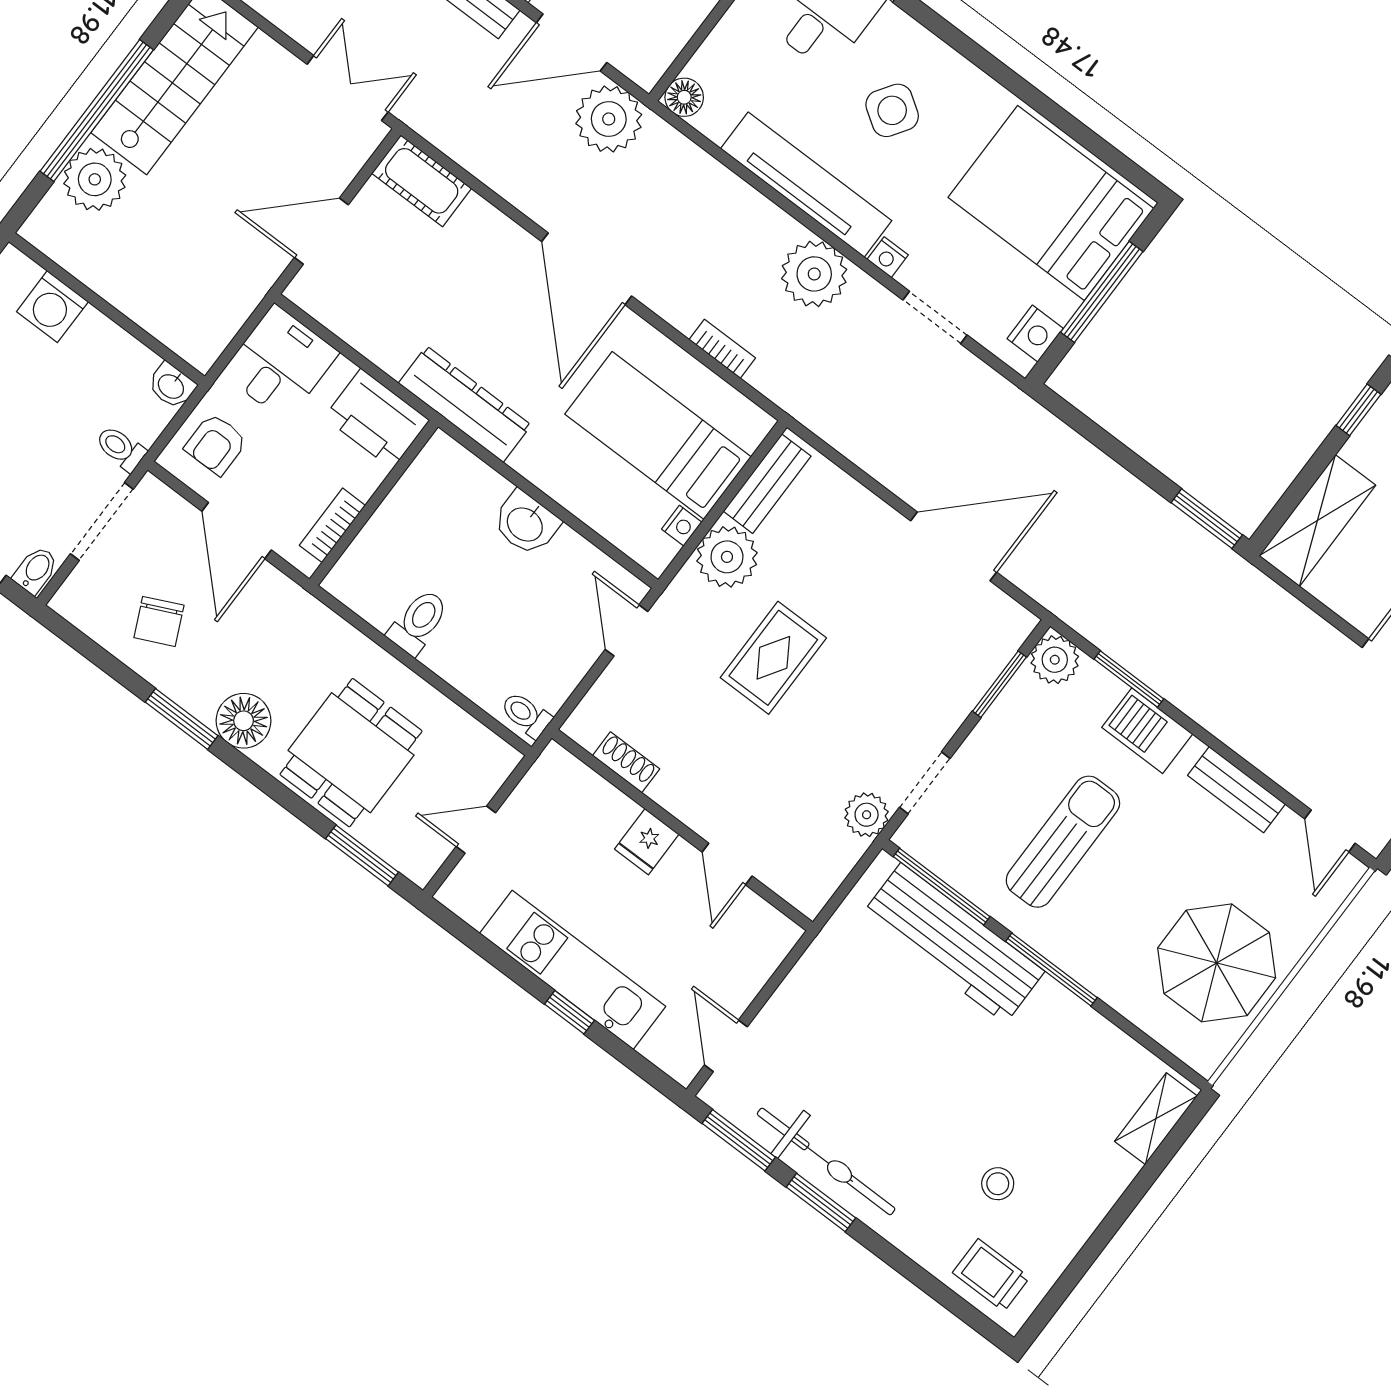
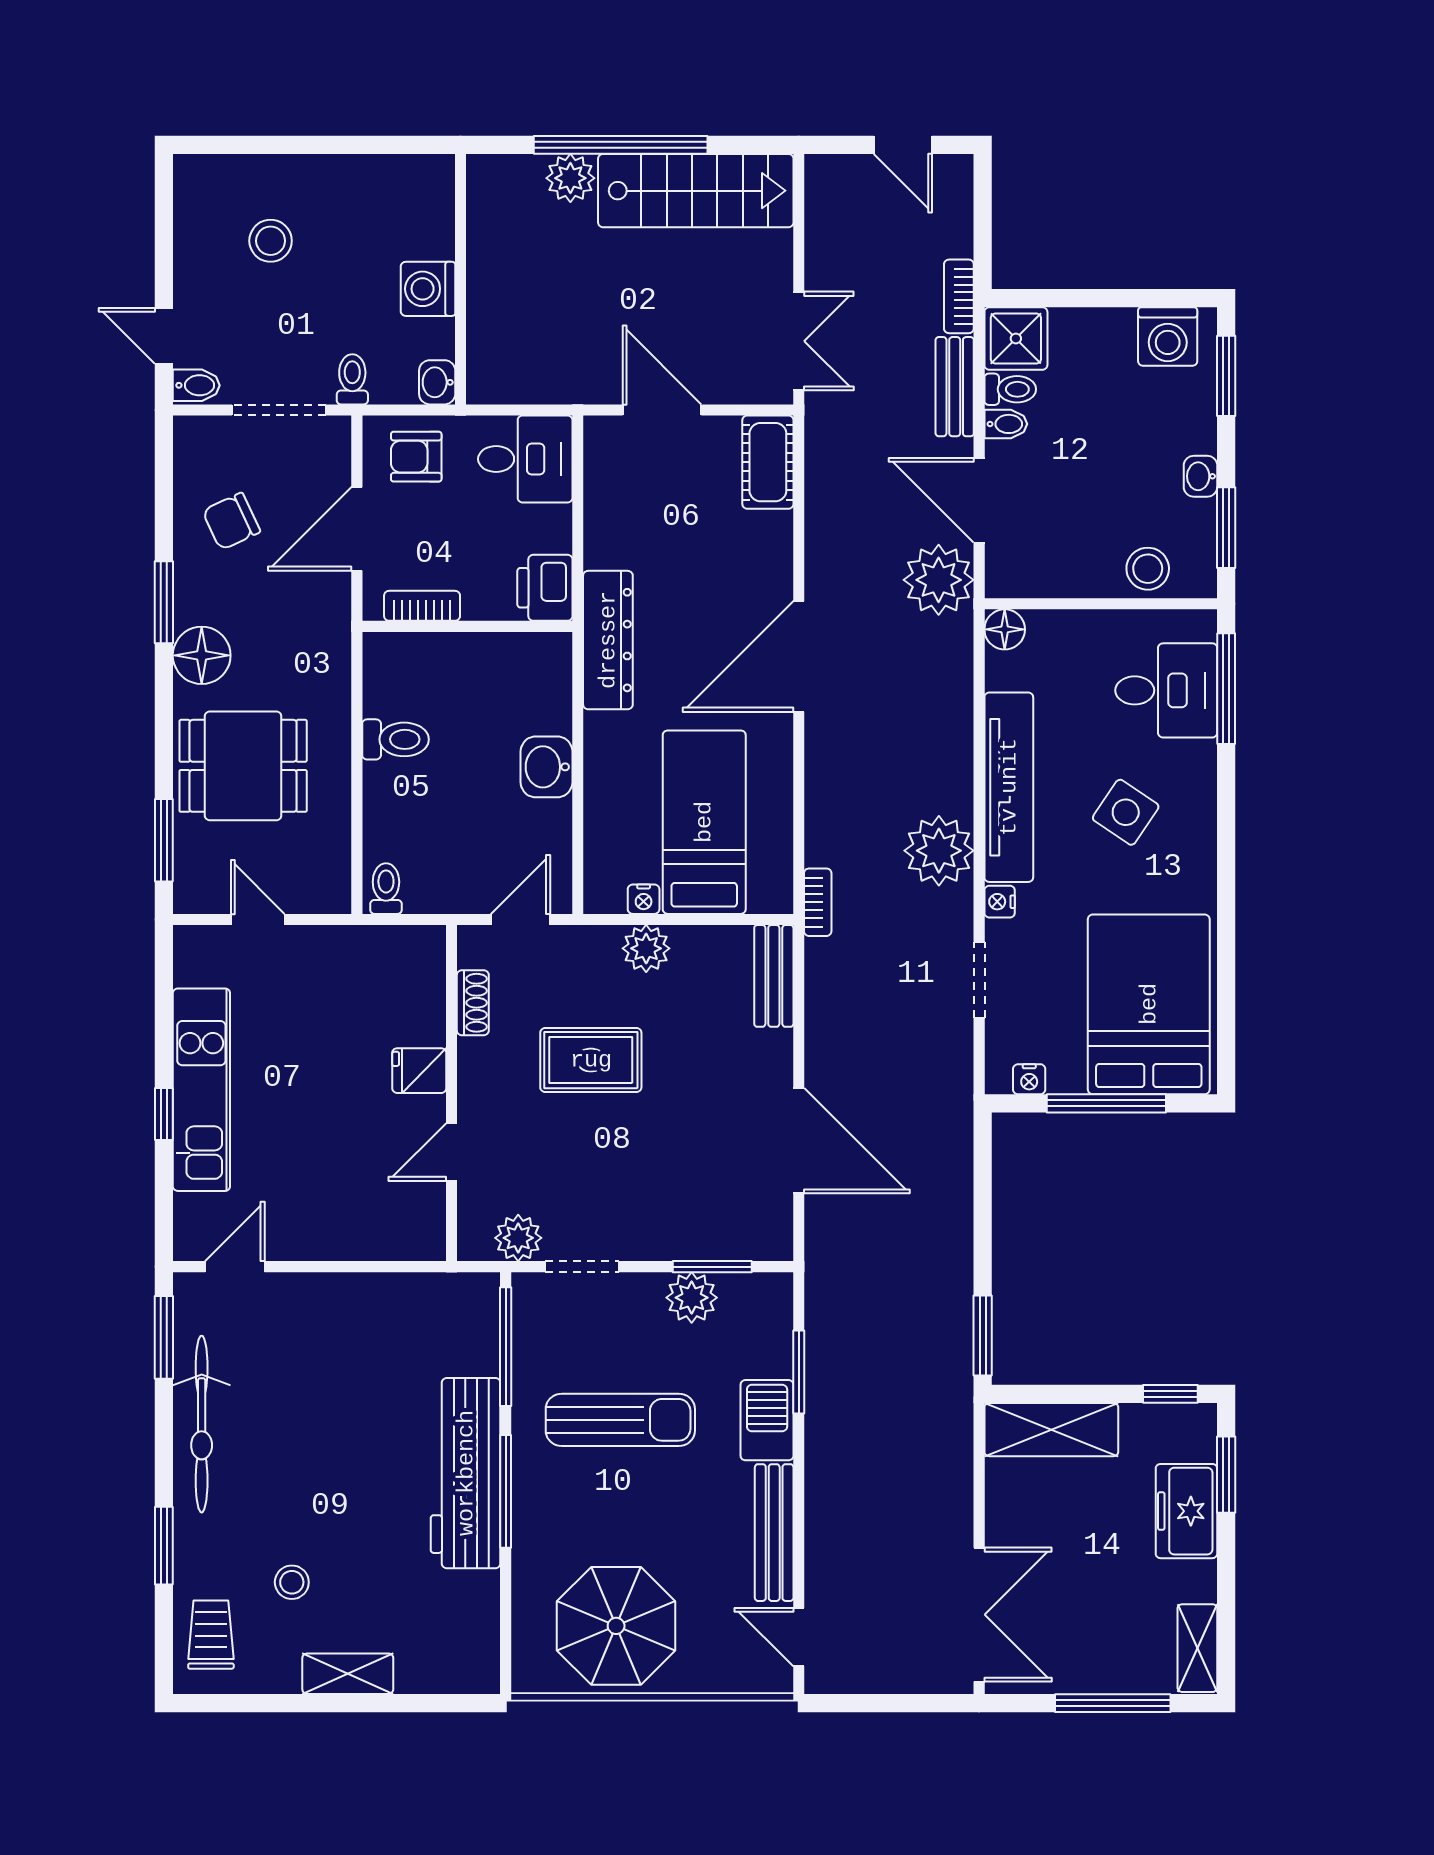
plant: (95, 179) -> (570, 178), width x0.73, depth x0.73
washing machine: (52, 307) -> (428, 289), moved
nightstand: (1035, 334) -> (1029, 1079), width x0.72, depth x0.74
bookcase: (722, 349) -> (818, 902), moved
printer: (377, 419) -> (545, 588), width x0.73, depth x0.84
bench: (767, 484) -> (774, 976), moved, turned 90
plant: (727, 557) -> (646, 948), width x0.73, depth x0.73
plant: (1055, 660) -> (692, 1298), moved
shoe rack: (626, 762) -> (473, 1003), moved
bench: (1237, 790) -> (774, 1533), width x1.36
wall: (682, 830) -> (452, 1093), moved
door: (1330, 831) -> (799, 1637), hinge flipped
fridge: (647, 842) -> (419, 1071), moved
door: (727, 864) -> (452, 1152), moved
workbench: (953, 943) -> (466, 1473), moved
shelving: (1156, 1119) -> (348, 1674), moved
window: (821, 1202) -> (164, 1546), moved

